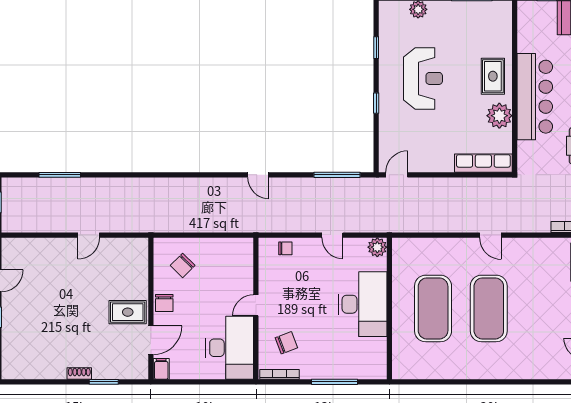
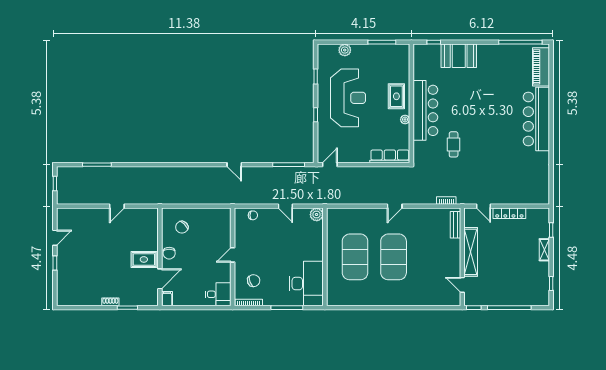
reception desk: (423, 78) -> (348, 98), width x1.36, depth x1.30
plant: (499, 116) -> (405, 119), width x0.53, depth x0.53
door: (490, 235) -> (395, 206), hinge flipped
desk: (363, 304) -> (306, 284), moved
desk: (230, 348) -> (218, 294), width x0.53, depth x0.77

